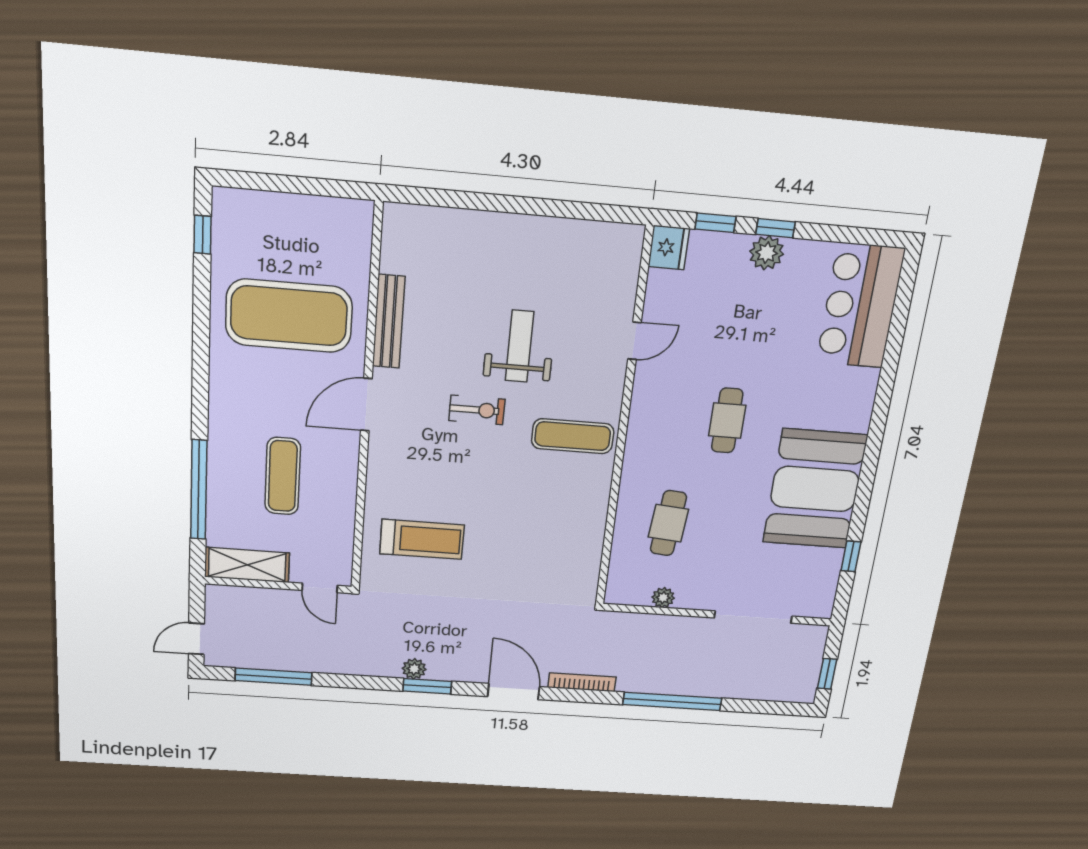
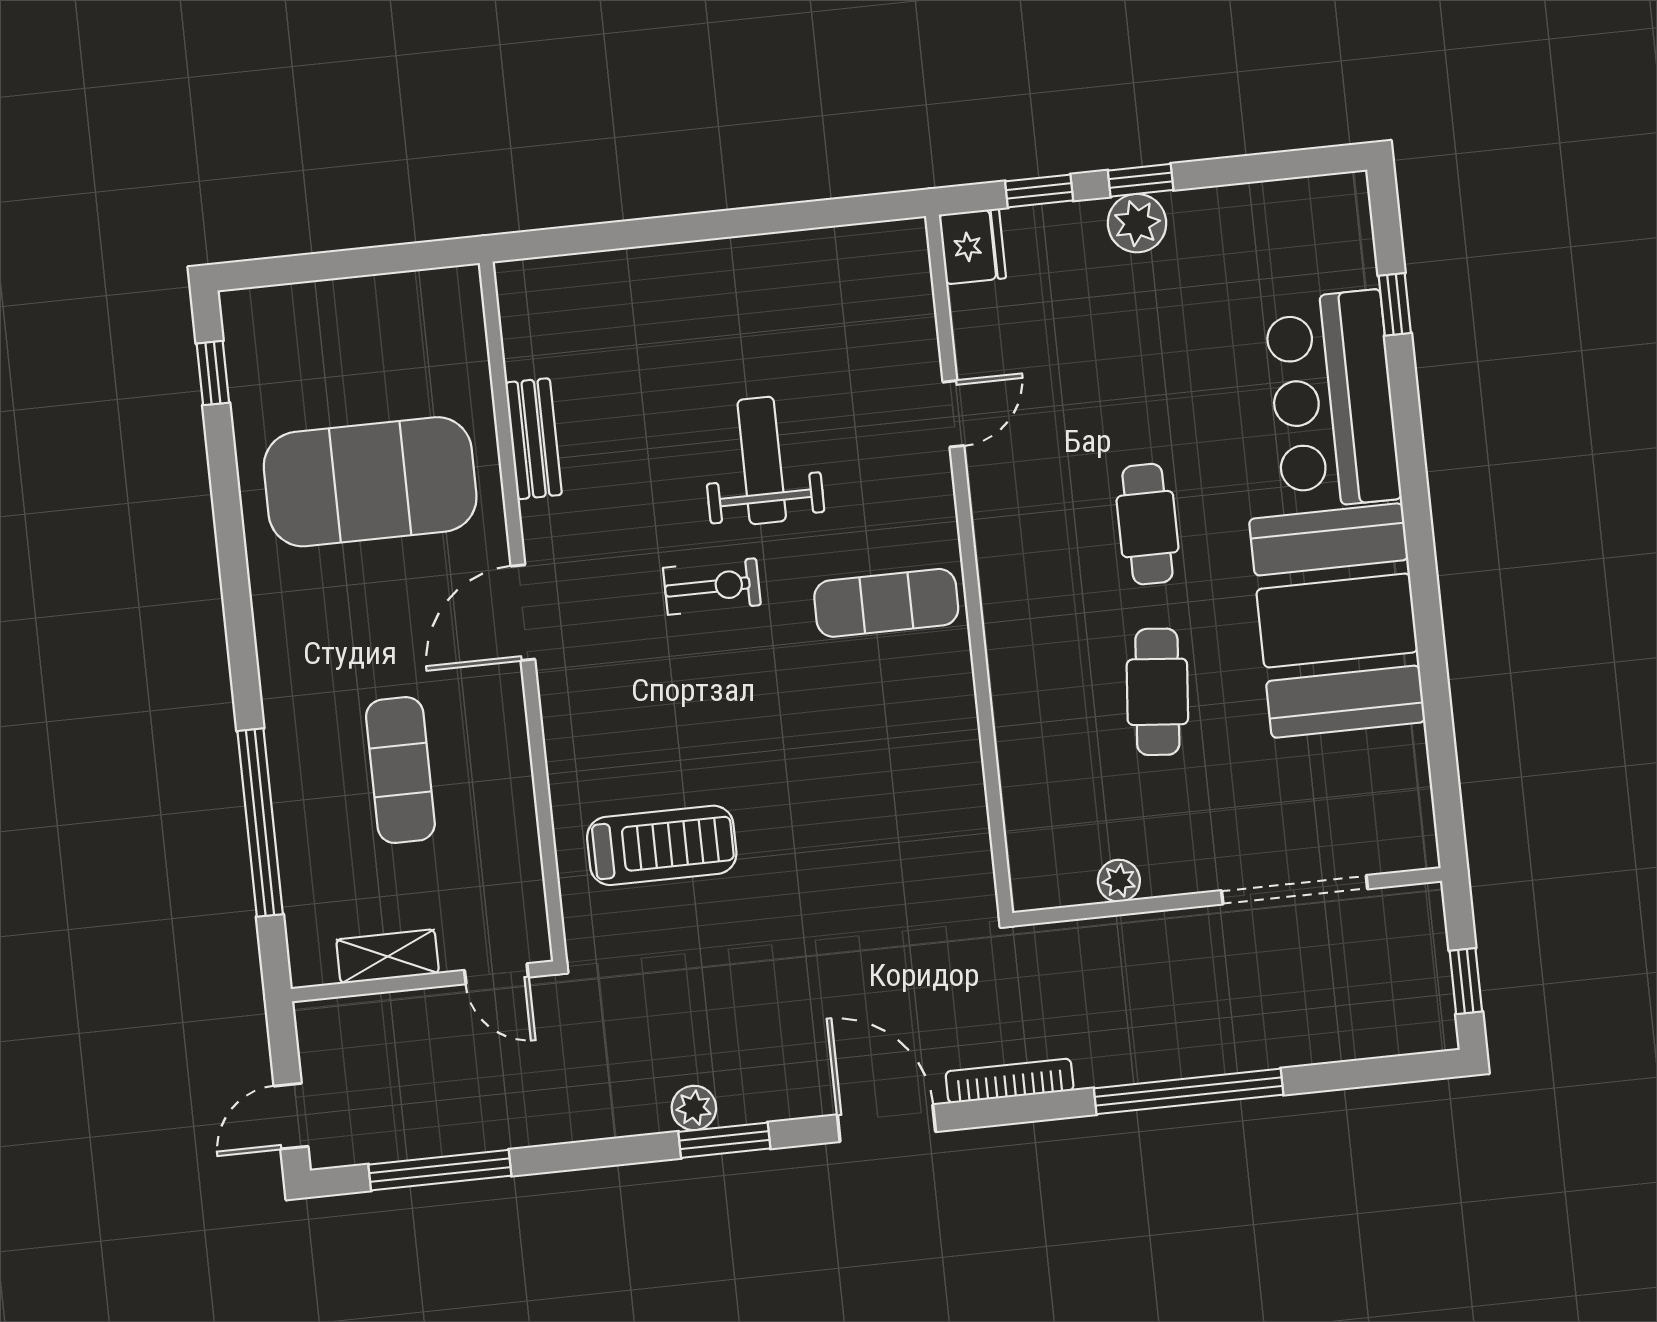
bar counter: (860, 306) -> (1333, 400), moved
bench: (389, 322) -> (534, 439), width x0.73
cafe table: (668, 523) -> (1157, 692), moved
window: (851, 556) -> (1395, 304), moved
shelving: (247, 565) -> (388, 956), width x0.67, depth x0.75

